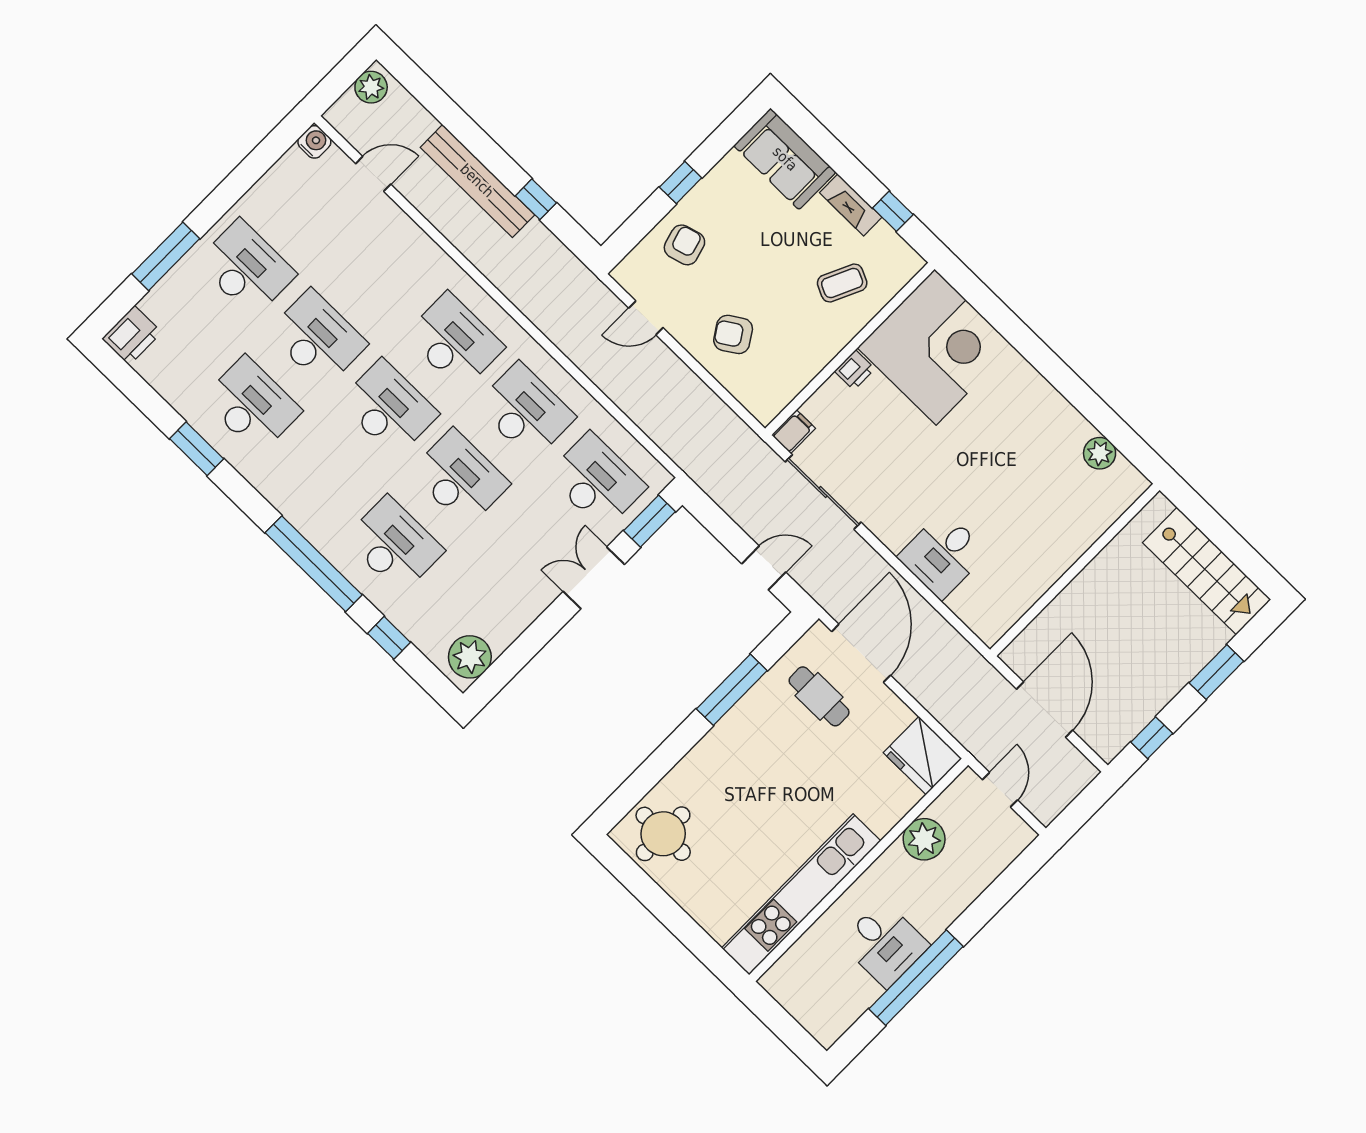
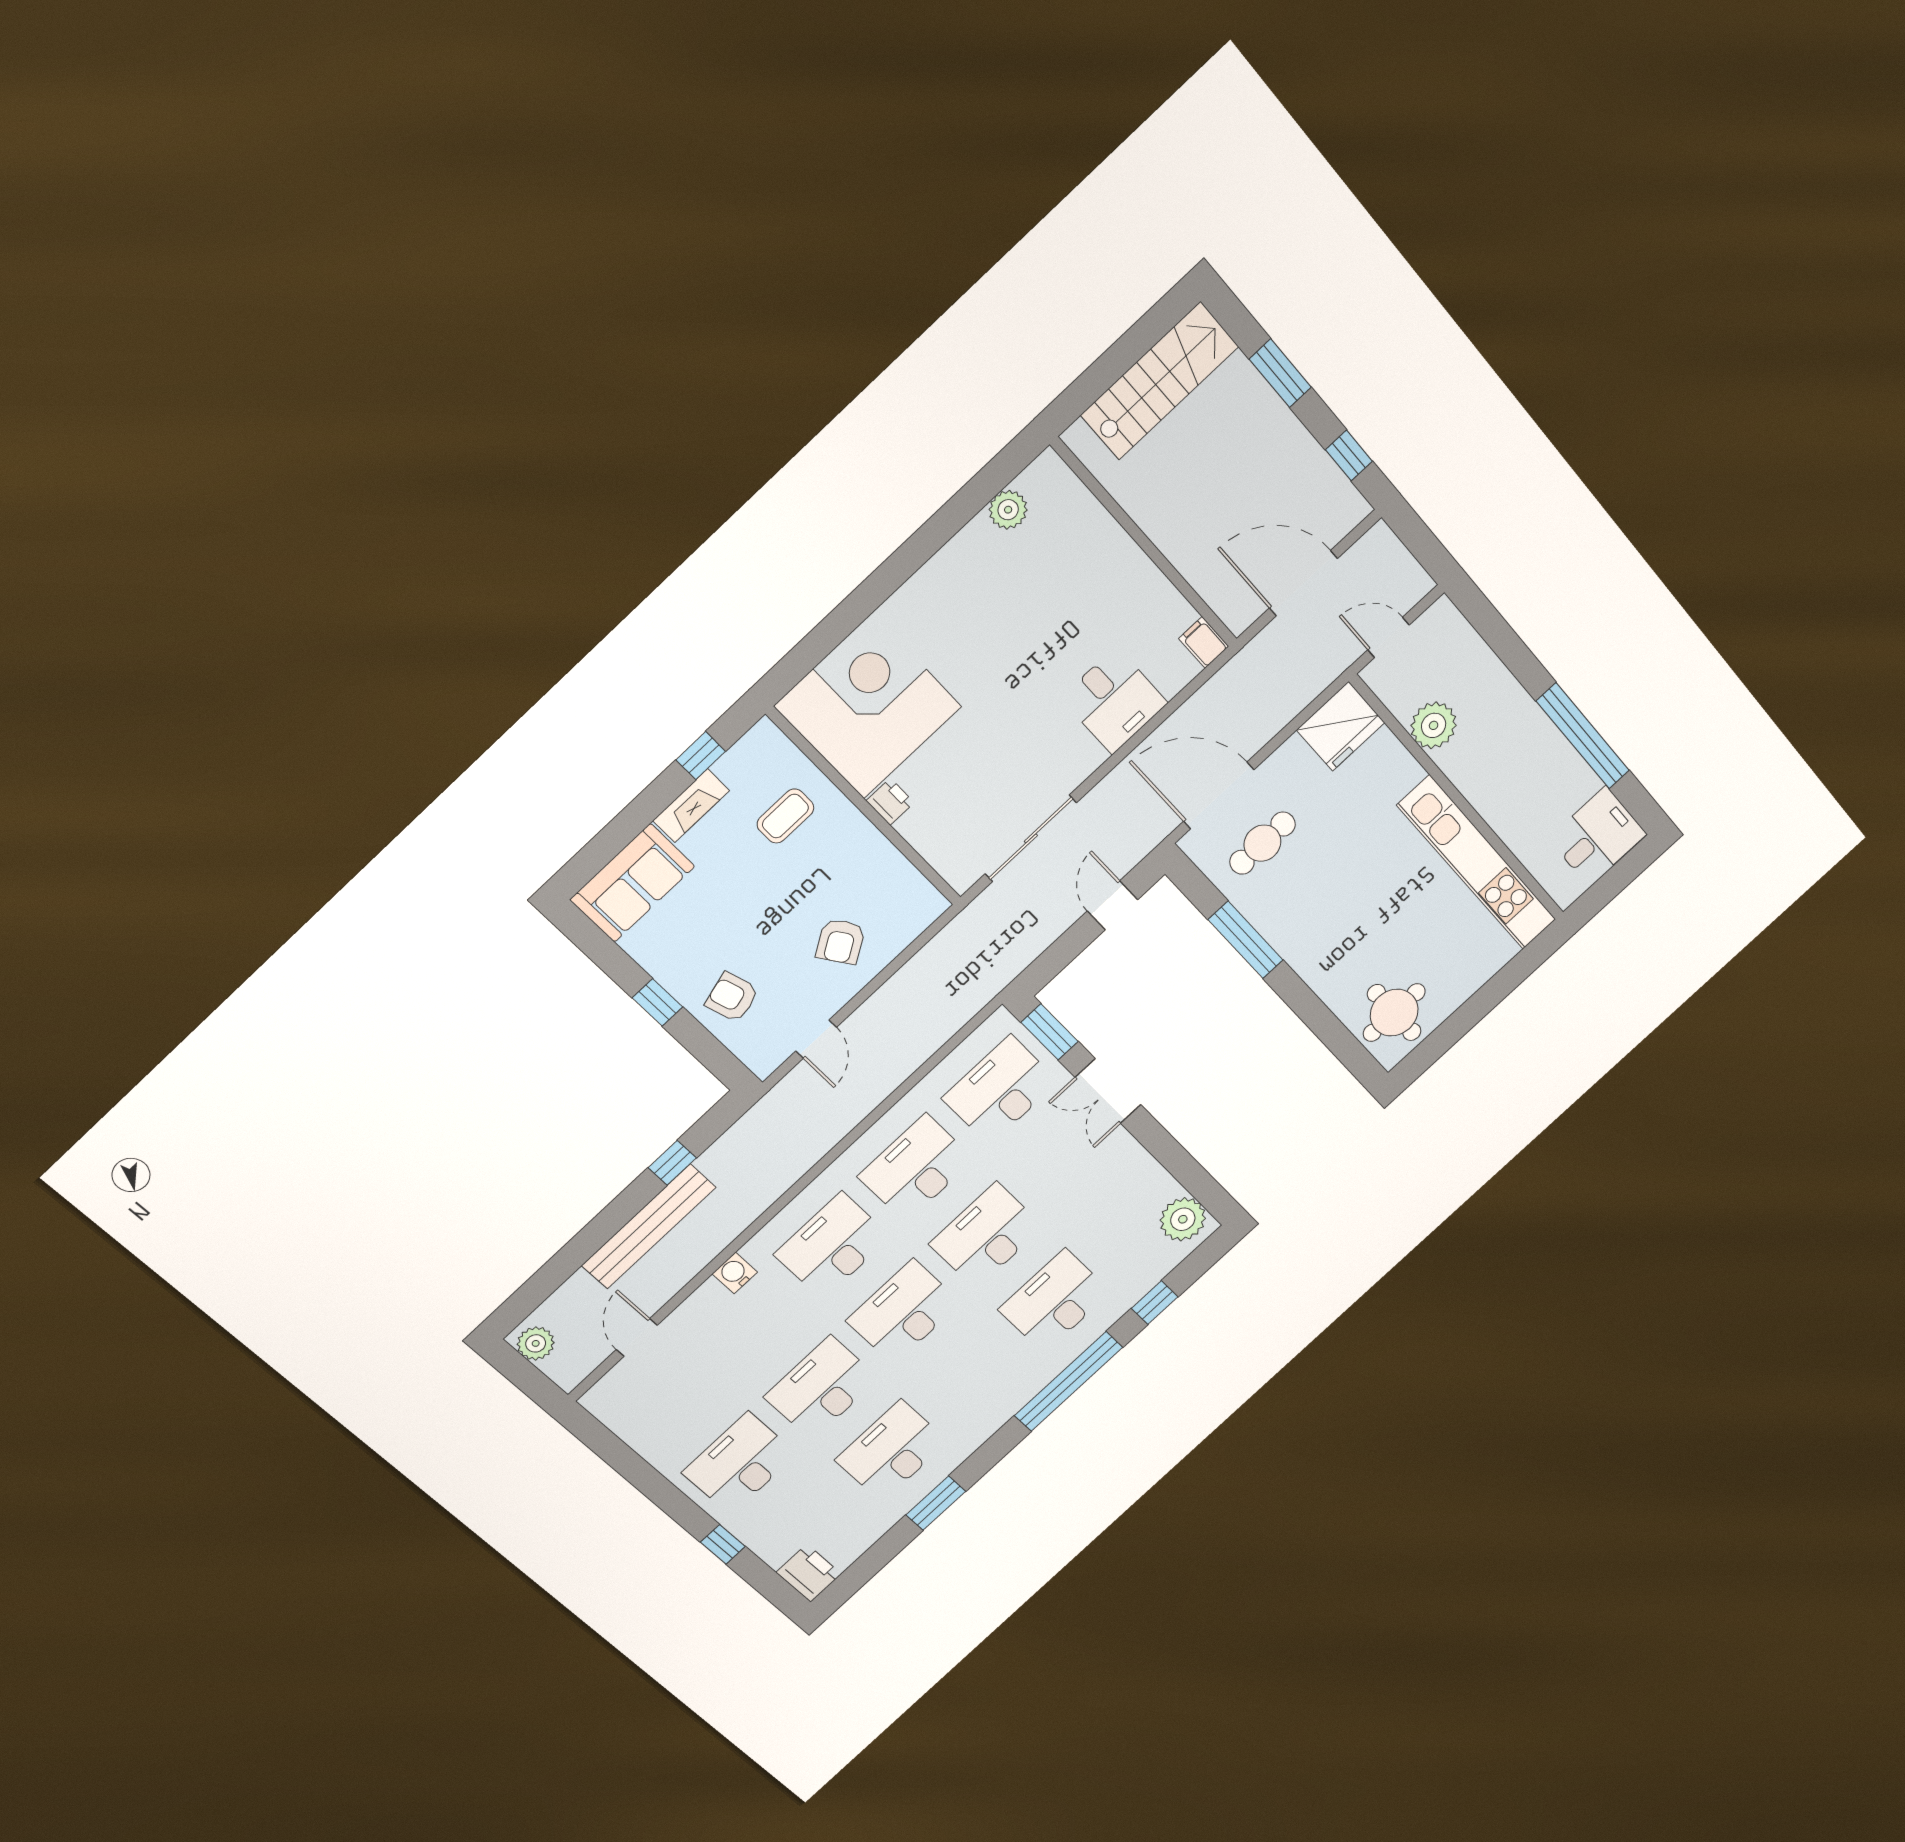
water cooler: (314, 142) -> (735, 1273), moved
window: (166, 256) -> (723, 1544), width x0.46
coffee table: (842, 283) -> (785, 816), turned 65
filing cabinet: (793, 432) -> (1204, 642), moved
desk: (885, 944) -> (1597, 836), moved

